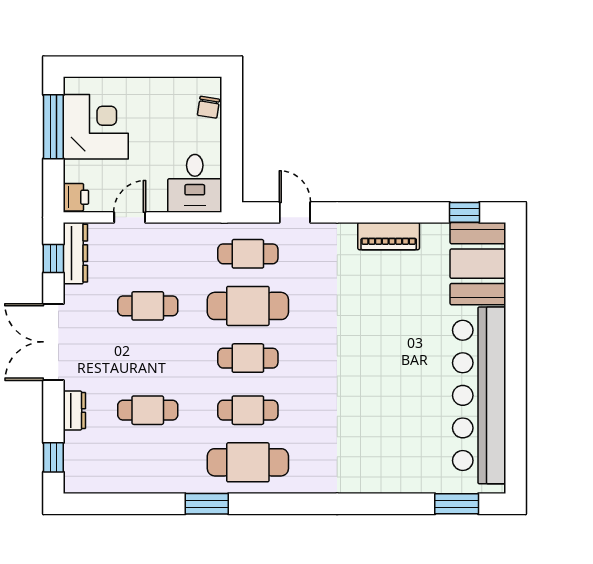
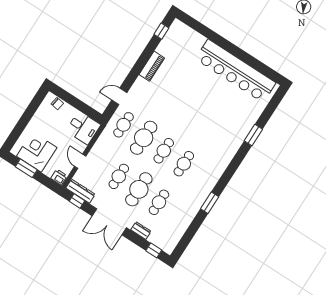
window: (53, 127) -> (26, 168), width x0.69
booth: (478, 264) -> (184, 39), removed
cafe table: (248, 462) -> (139, 189), moved
window: (457, 504) -> (253, 135), moved

